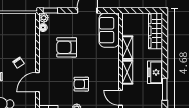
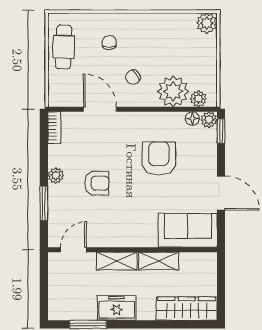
plant: (31, 24) -> (198, 99), added
plant: (27, 39) -> (173, 91), added
armchair: (81, 84) -> (97, 183), turned 90

